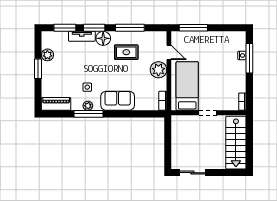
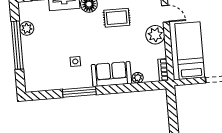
window: (38, 69) -> (17, 45), width x2.11
piano: (56, 104) -> (41, 84), removed
plant: (88, 106) -> (138, 78), moved

